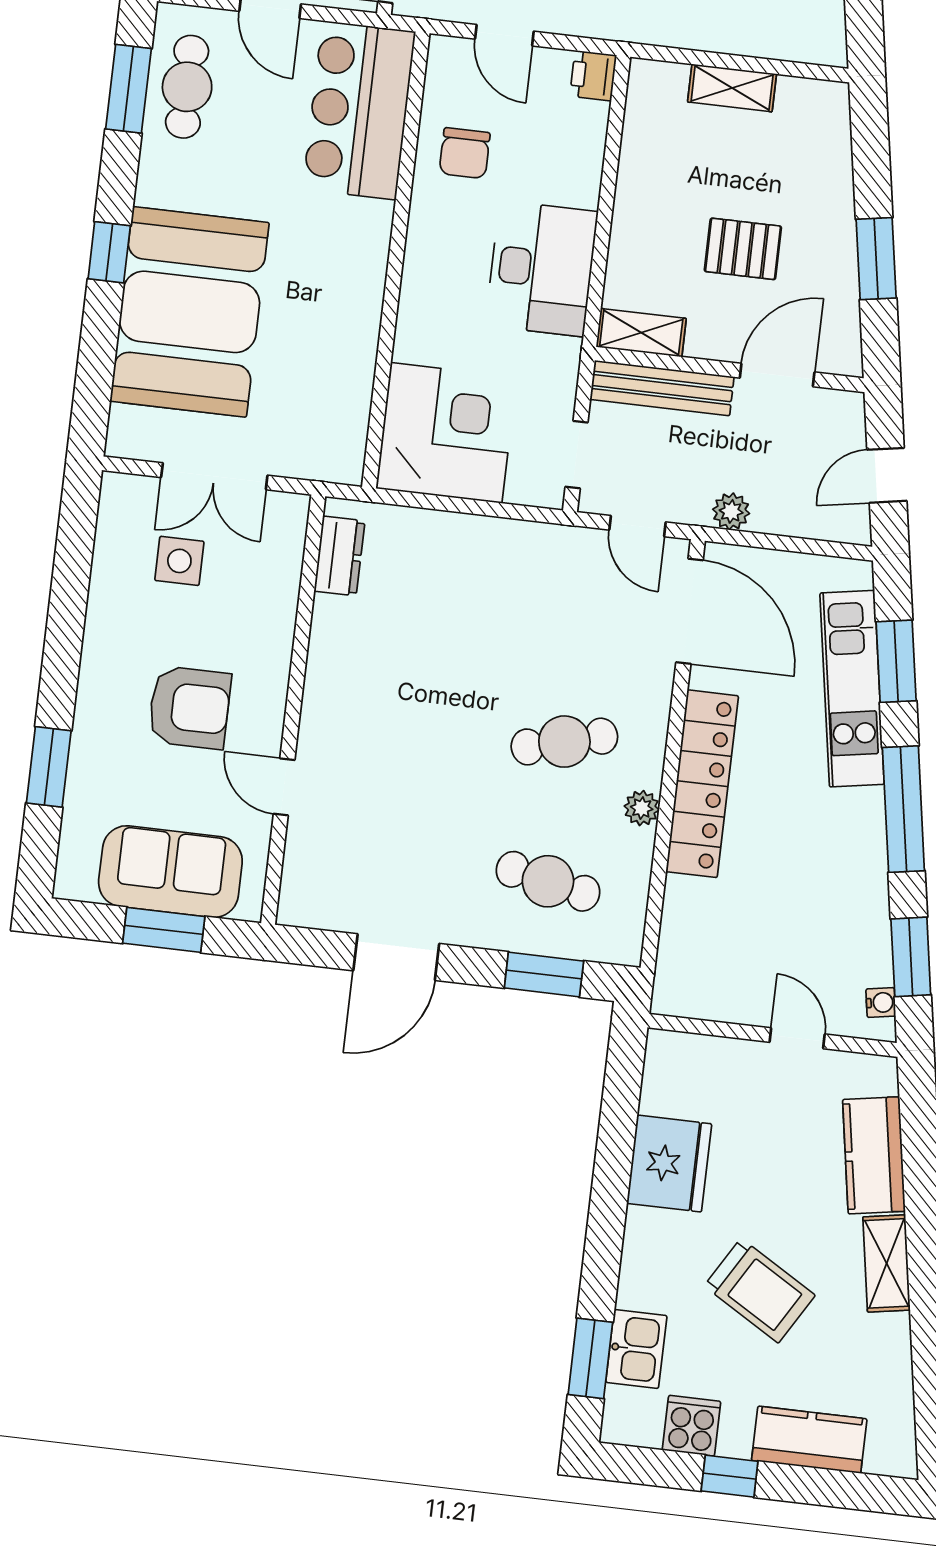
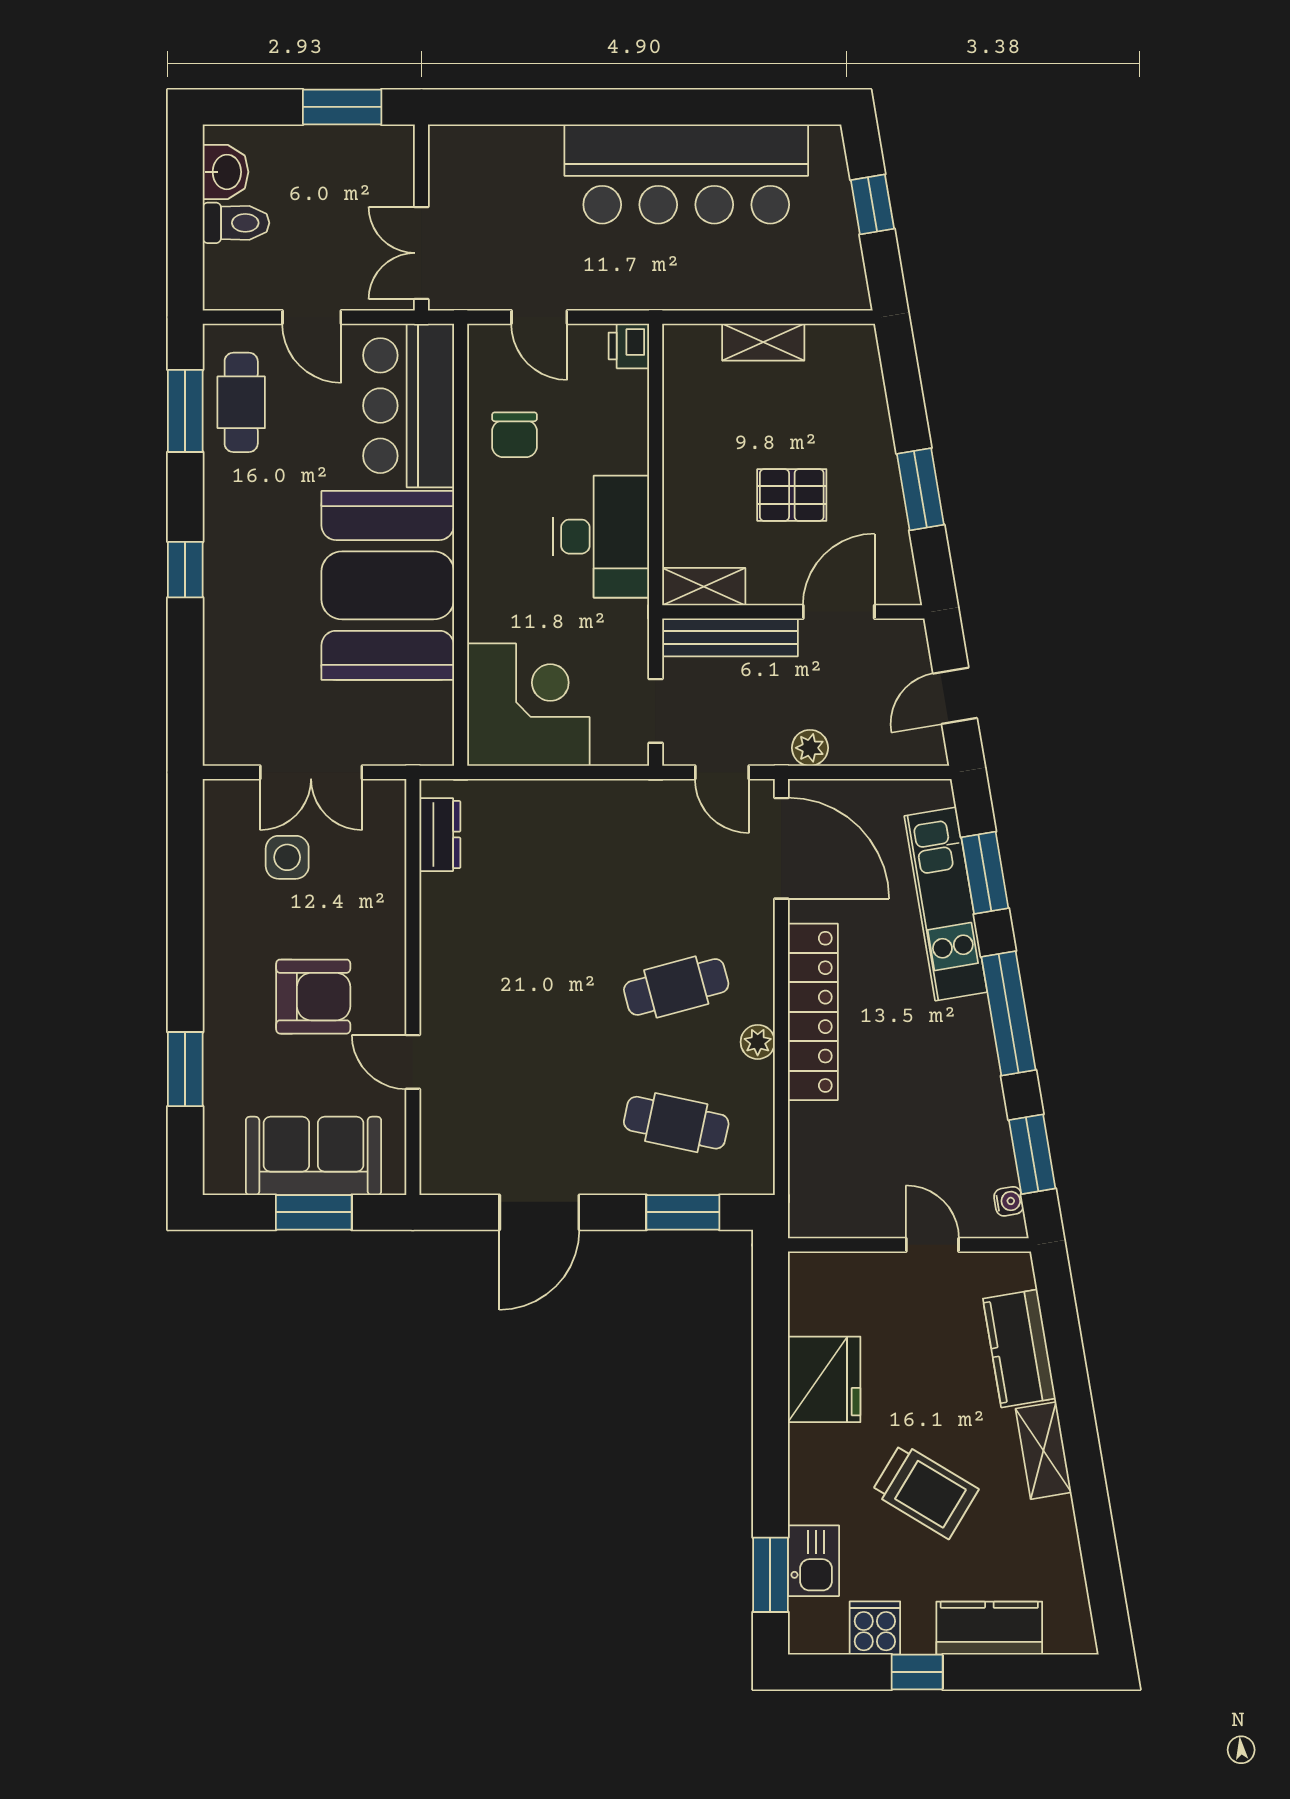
booth: (190, 312) -> (388, 585), moved

